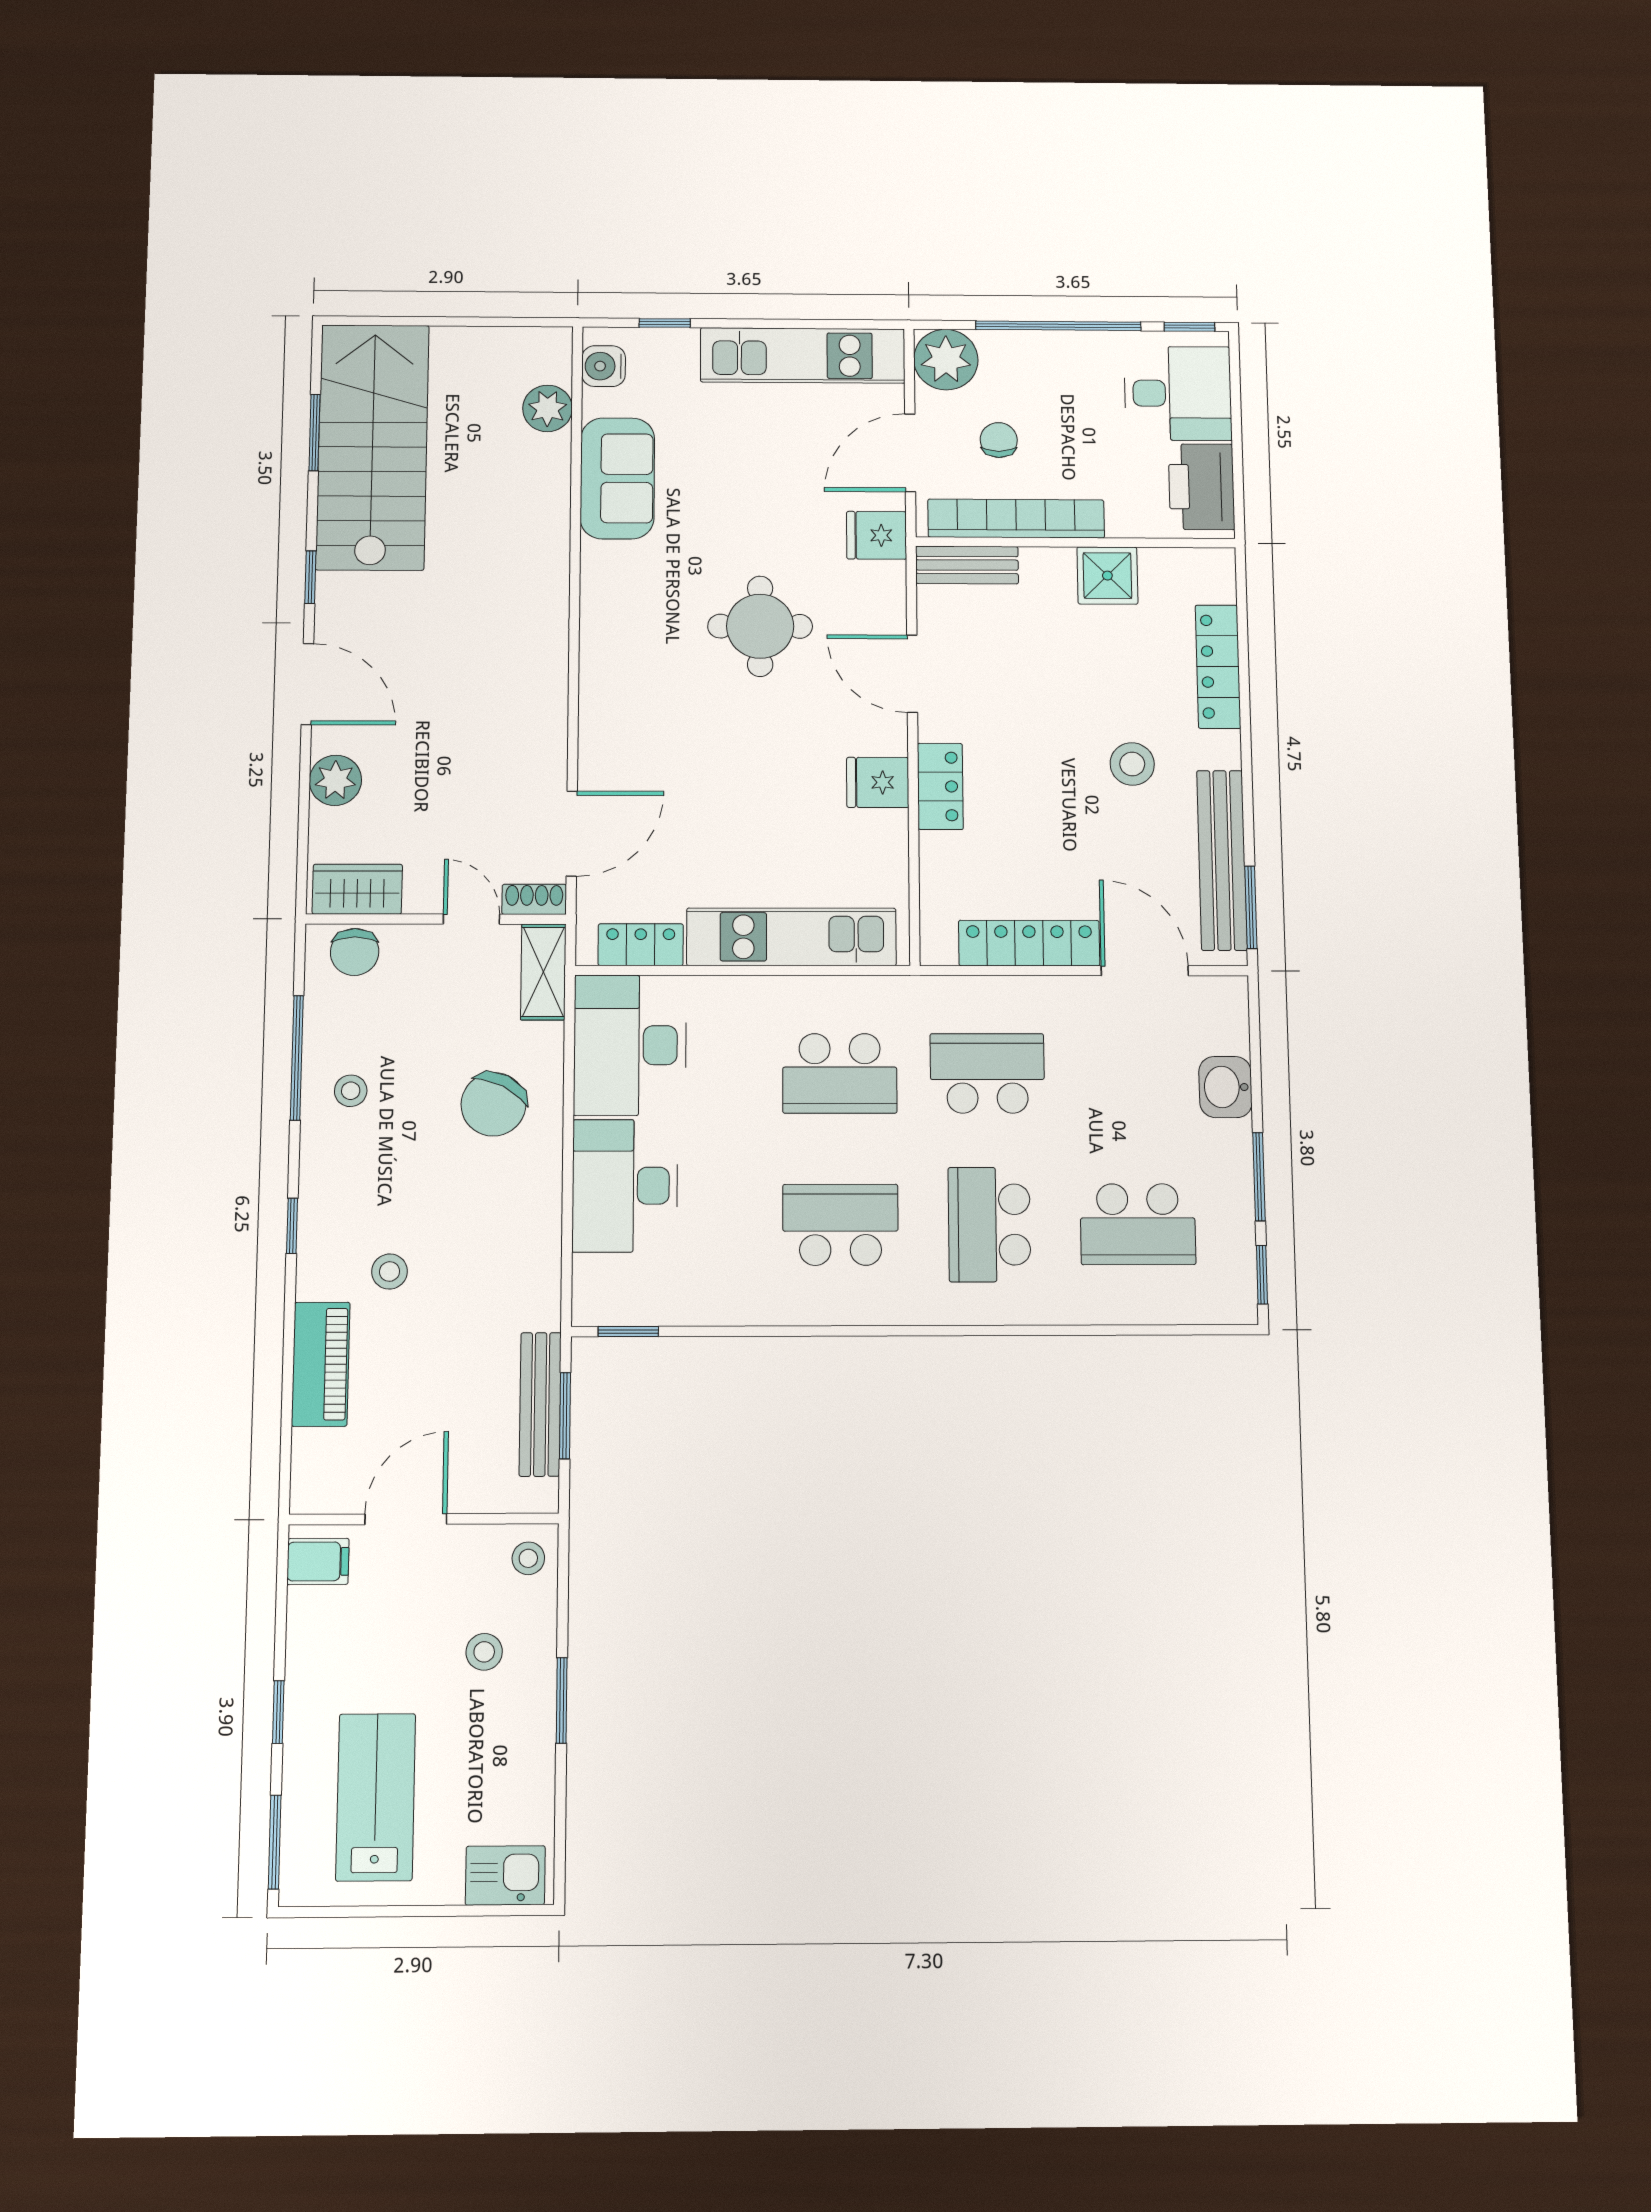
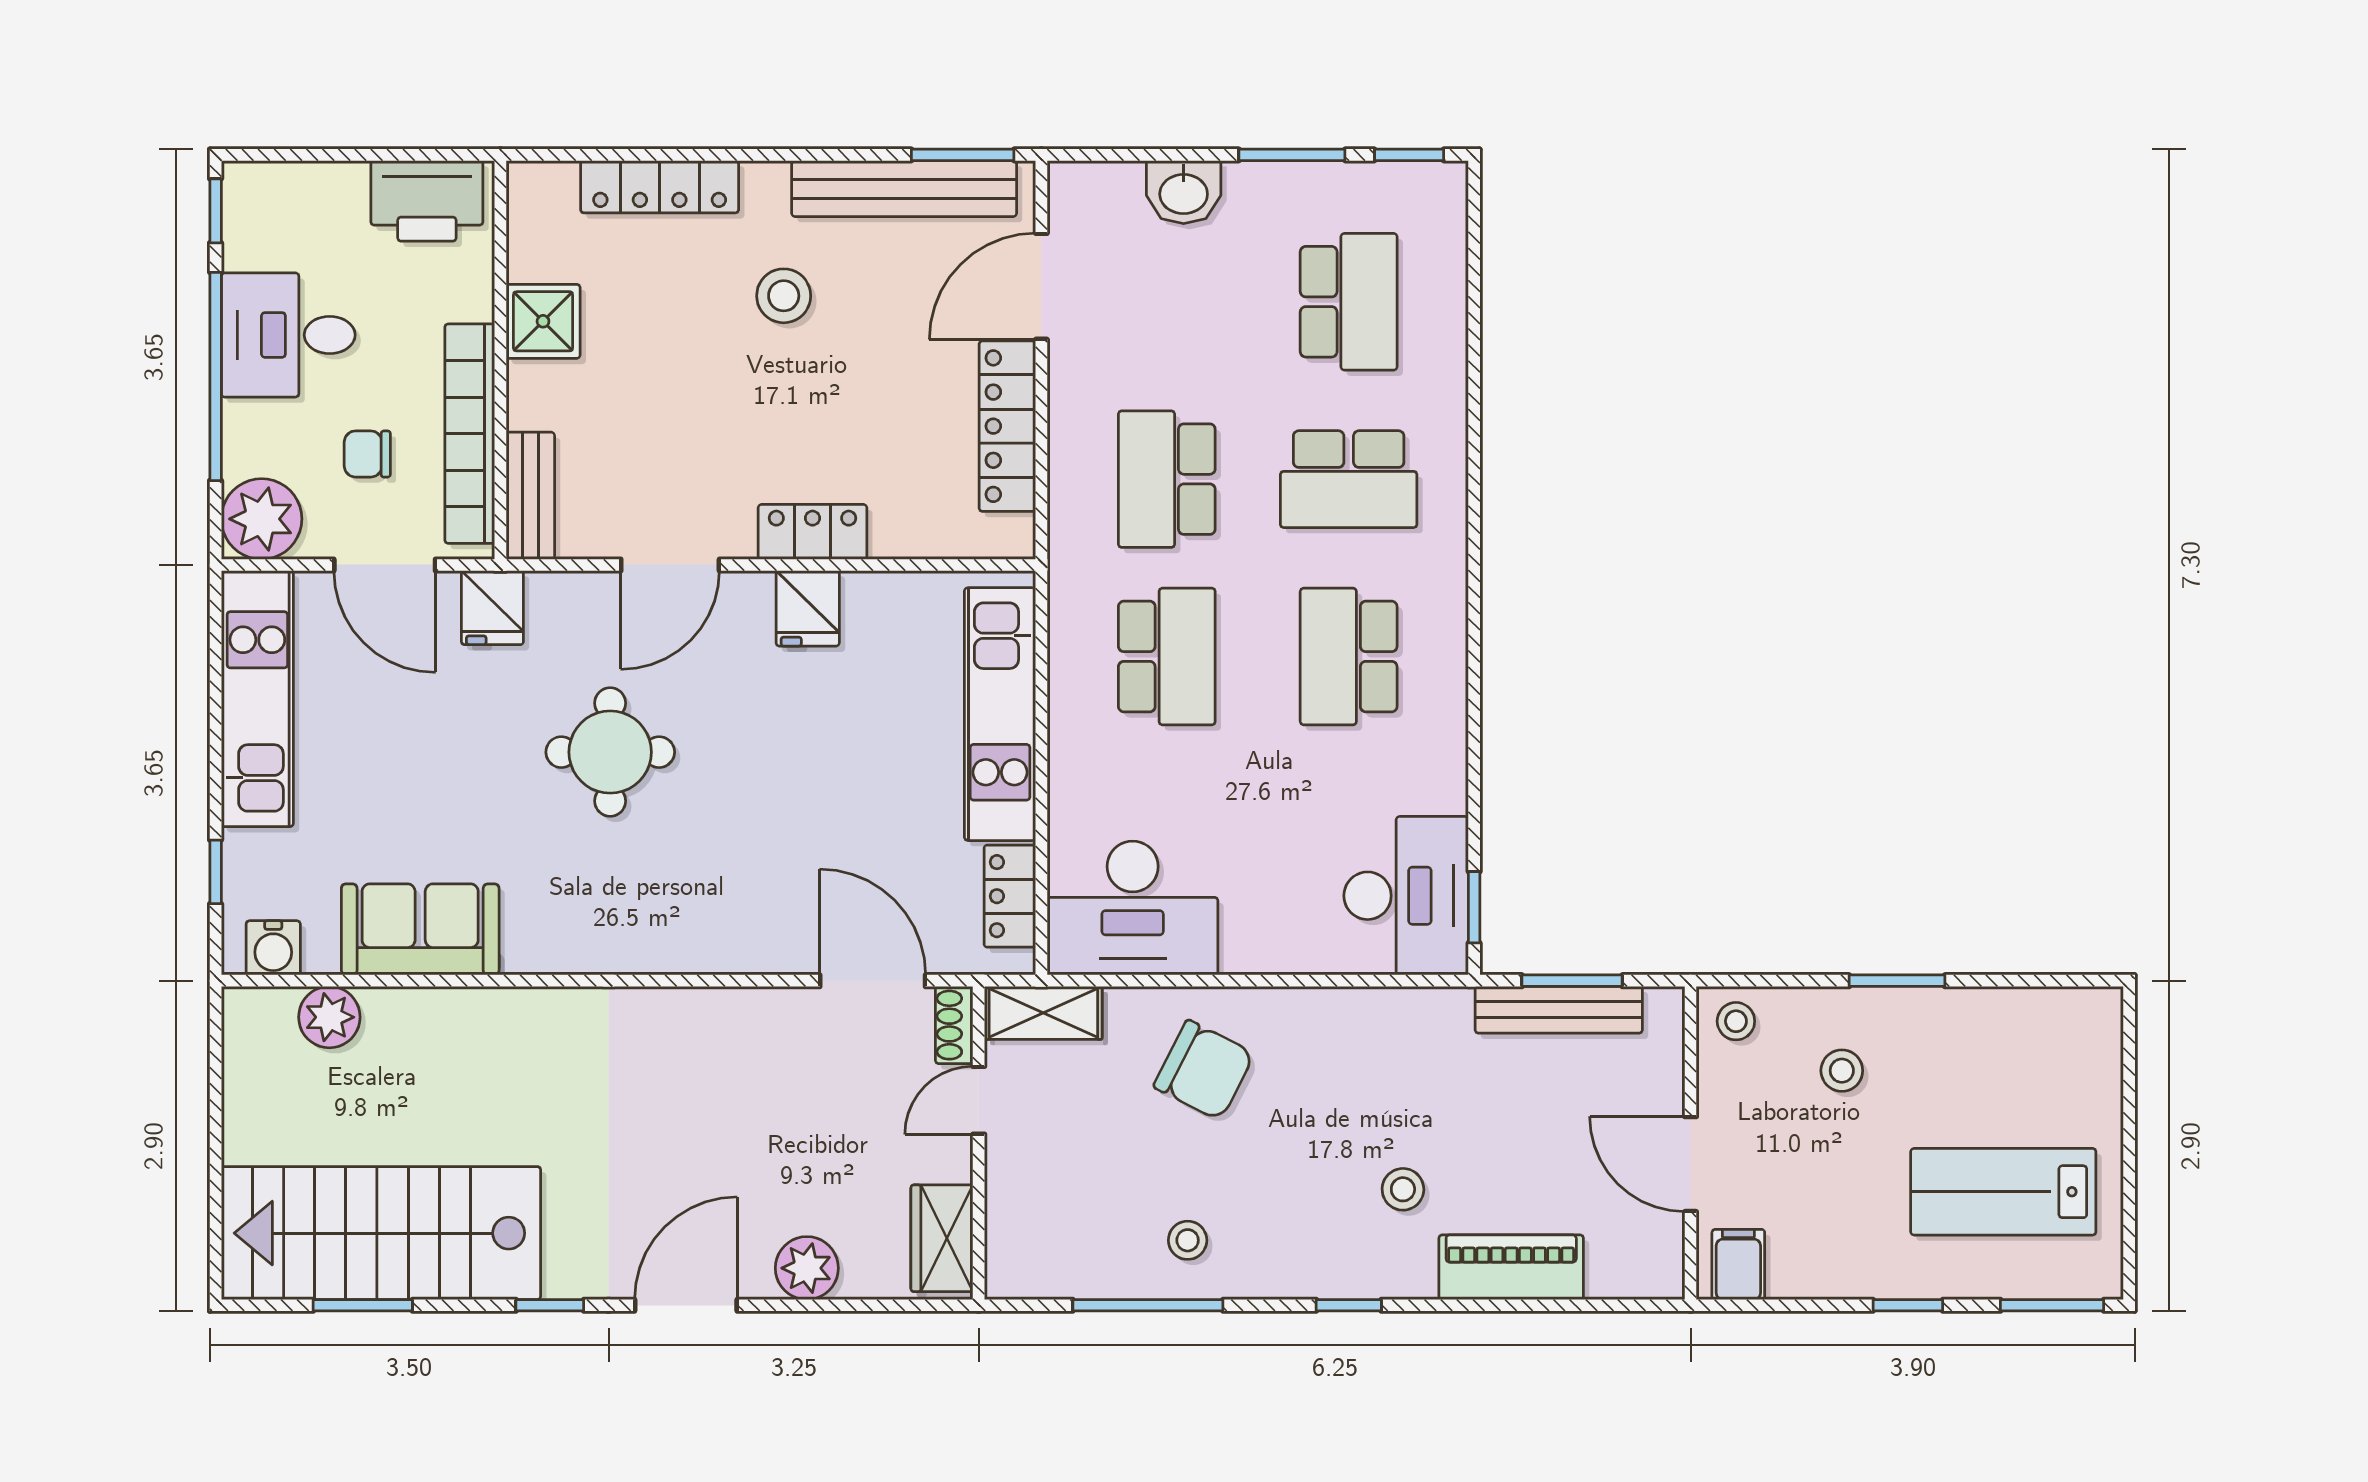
desk: (1178, 393) -> (288, 335), moved, turned -90
chair: (355, 952) -> (1019, 1240), removed
desk: (625, 1186) -> (1406, 896), moved, turned -90
kitchen sink: (505, 1875) -> (2091, 1043), removed

